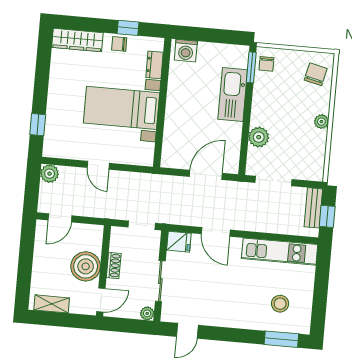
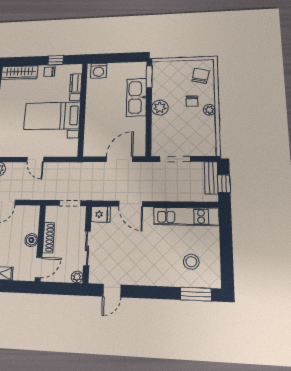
chair: (266, 64) -> (192, 101), moved
plant: (259, 137) -> (160, 108), moved
shoe rack: (114, 265) -> (48, 238), width x1.43
boiler: (86, 266) -> (31, 240), width x0.54, depth x0.54

